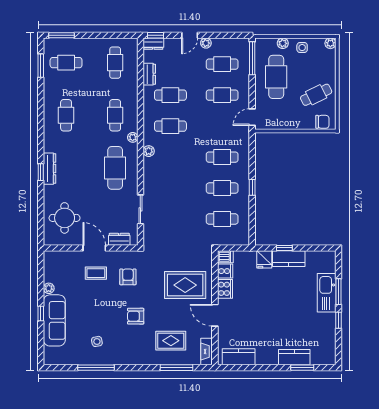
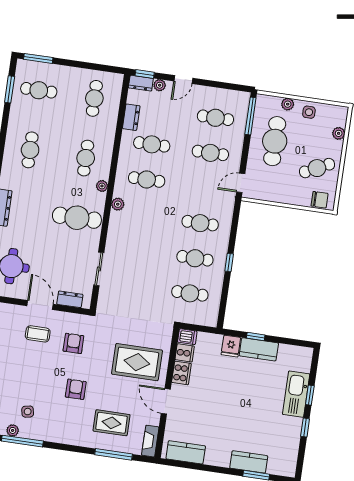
plant: (206, 43) -> (160, 85), moved
plant: (330, 43) -> (339, 133), moved
cafe table: (115, 168) -> (77, 218), turned 90
window: (339, 292) -> (310, 395), width x0.67
armchair: (136, 316) -> (76, 389), turned 90
plant: (86, 360) -> (13, 430), added

